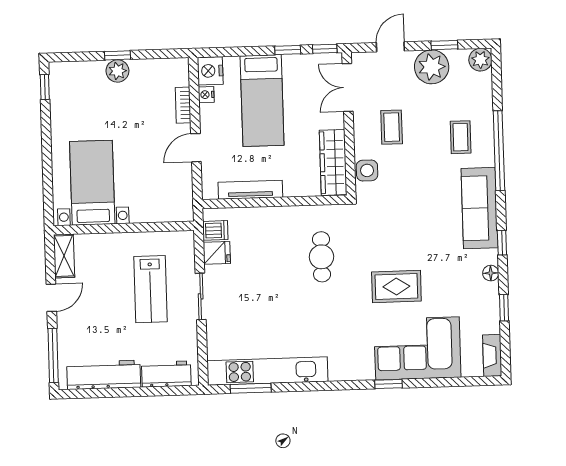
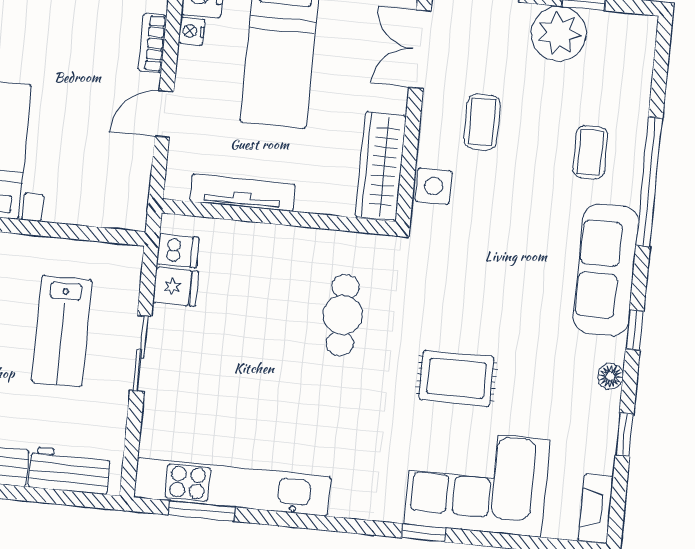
plant: (480, 60) -> (638, 32), removed

